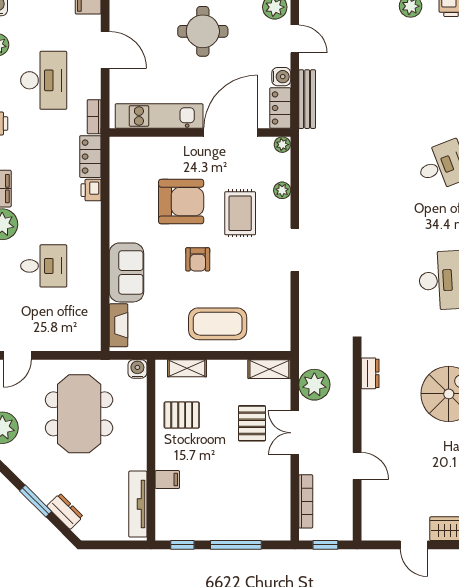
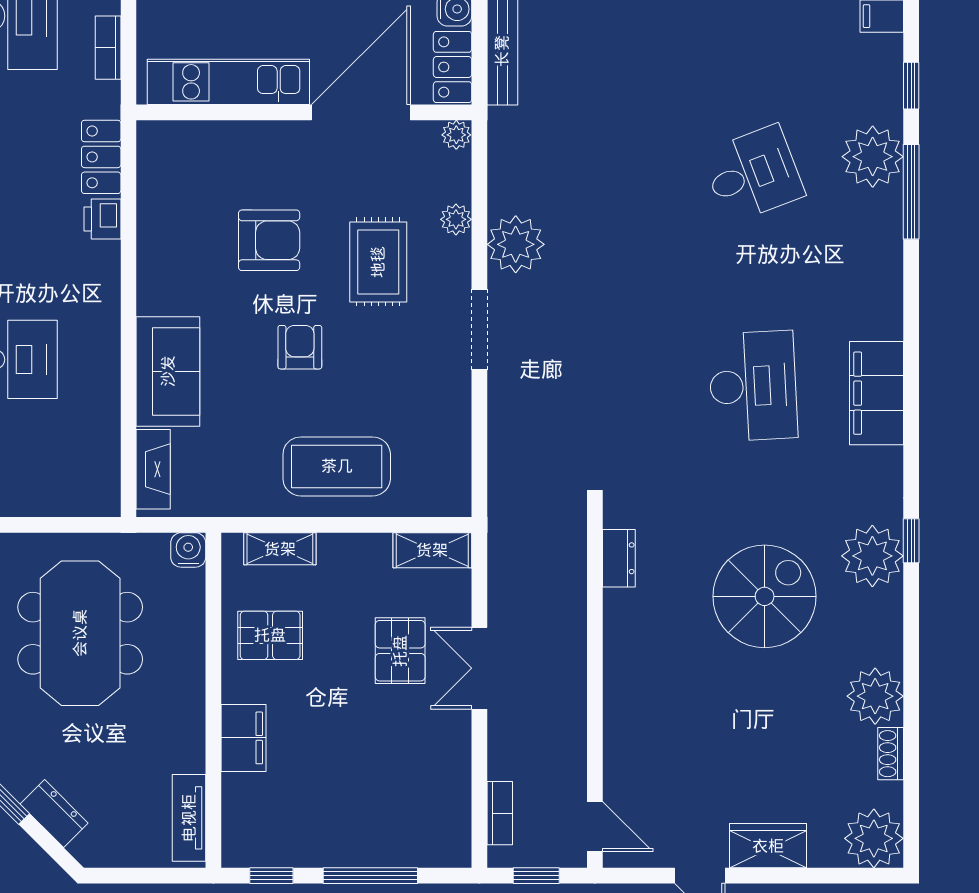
bookcase: (94, 117) -> (108, 48), moved
armchair: (181, 202) -> (269, 240), width x0.73, depth x0.73
armchair: (198, 259) -> (300, 347), turned 180
plant: (314, 385) -> (516, 244), moved
door: (357, 466) -> (595, 827), moved
filing cabinet: (167, 480) -> (243, 738), width x2.00
bookcase: (306, 501) -> (500, 813), width x0.64
tv unit: (138, 504) -> (189, 818), width x0.71

